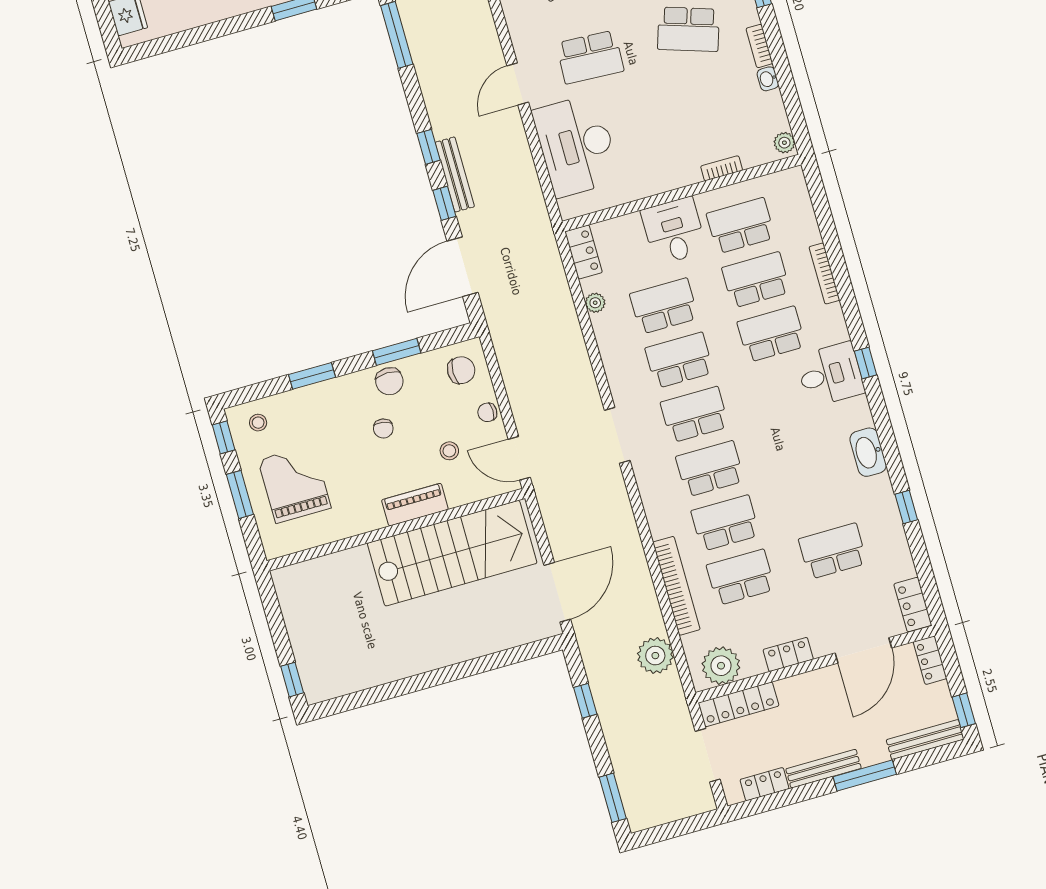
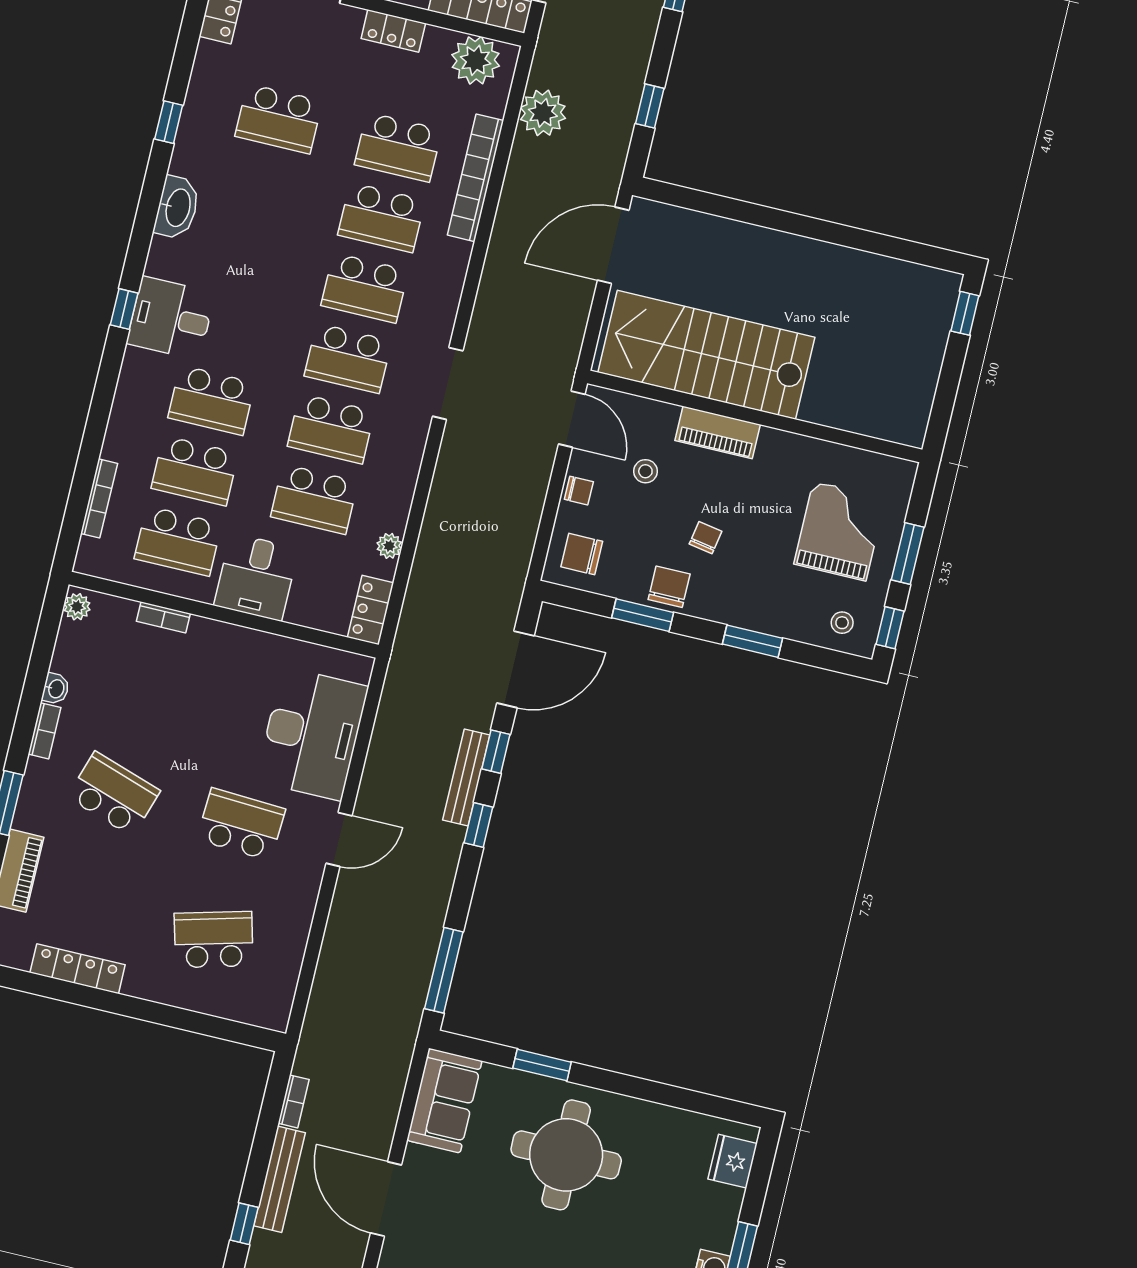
bookcase: (824, 274) -> (99, 498), moved
grand piano: (295, 484) -> (840, 531), turned 180

